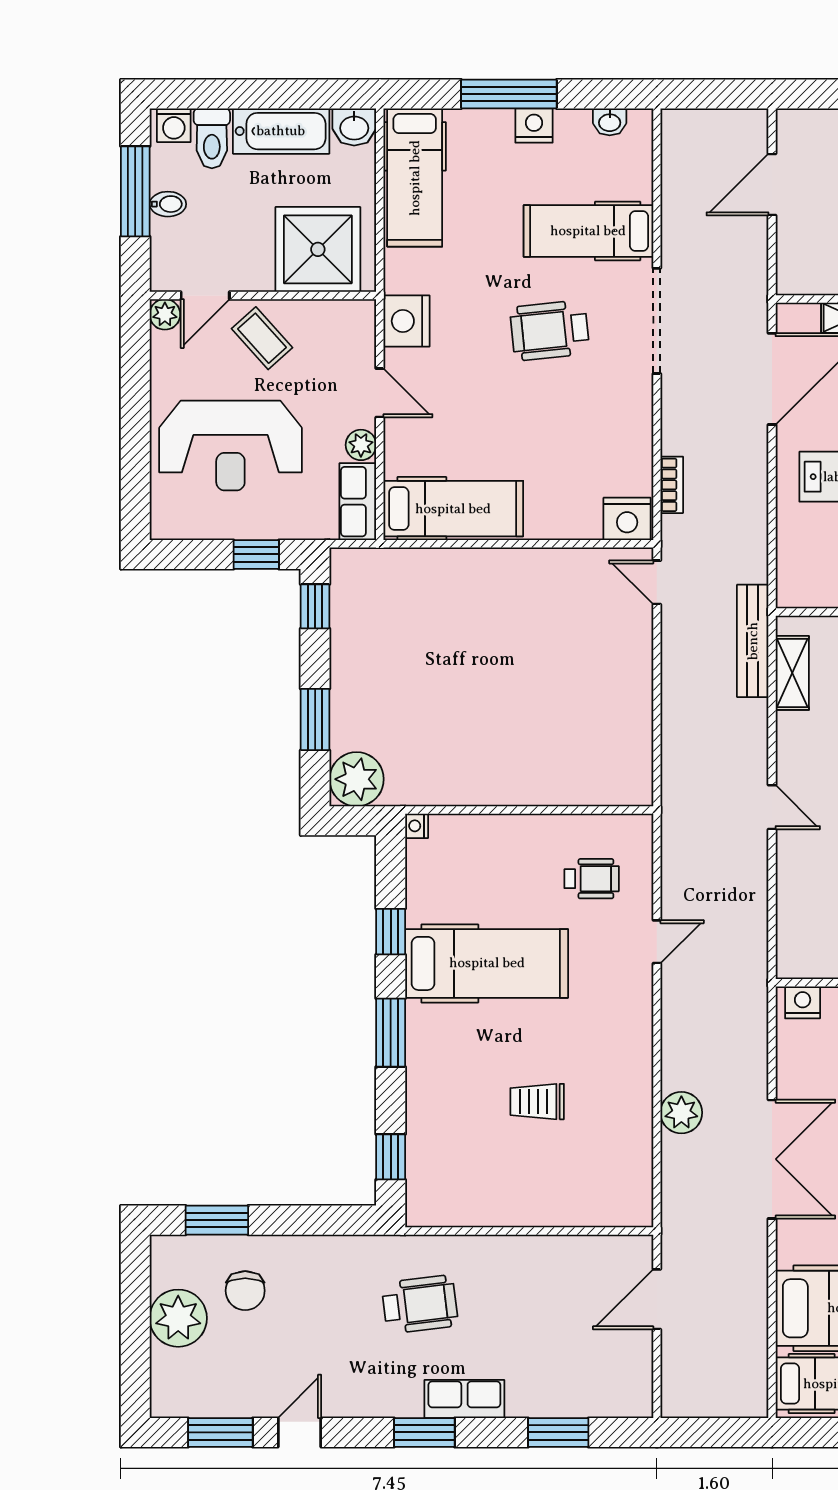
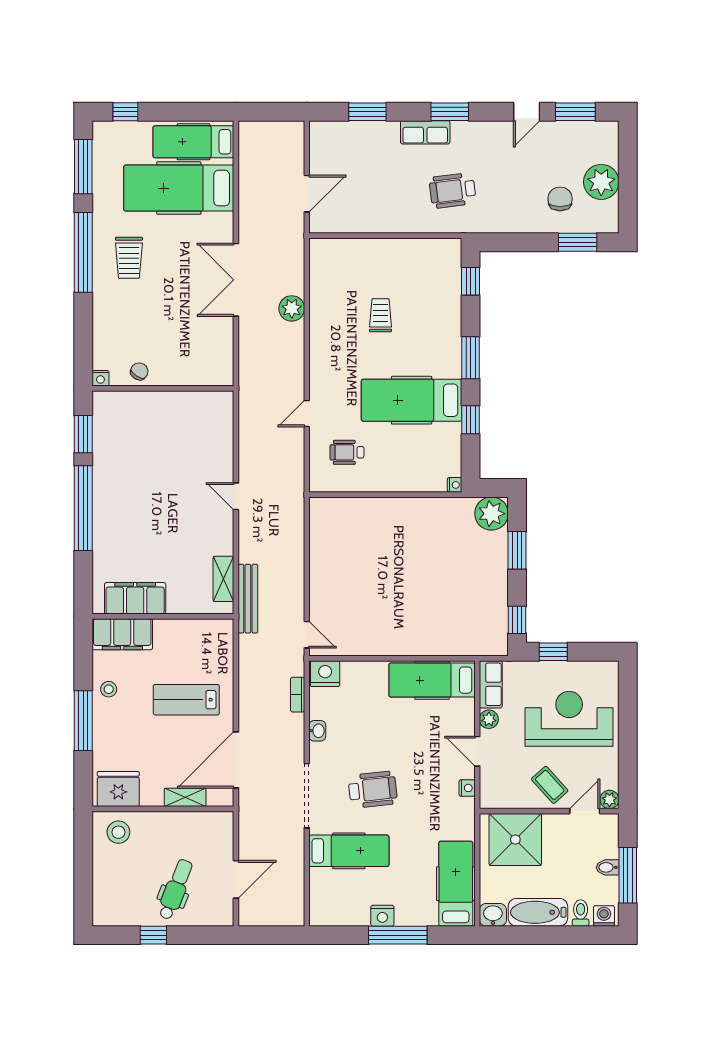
washbasin: (610, 122) -> (317, 731), moved, turned 90
toilet: (212, 138) -> (581, 913), width x0.73, depth x0.72
nightstand: (407, 321) -> (467, 788), width x0.53, depth x0.56
nightstand: (803, 1002) -> (217, 376), removed
trolley: (537, 1102) -> (380, 315), turned -90

